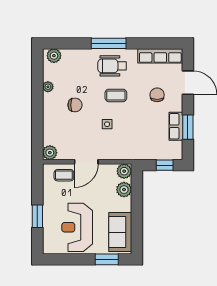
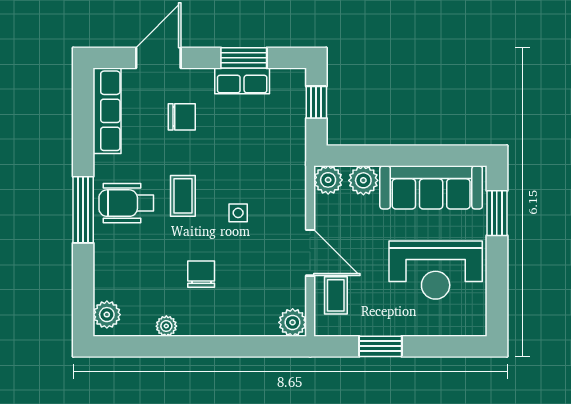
wheelchair: (112, 66) -> (126, 203), turned 90
chair: (157, 95) -> (182, 117), turned 180
window: (37, 216) -> (380, 346), moved
sofa: (120, 232) -> (431, 187), width x1.36

